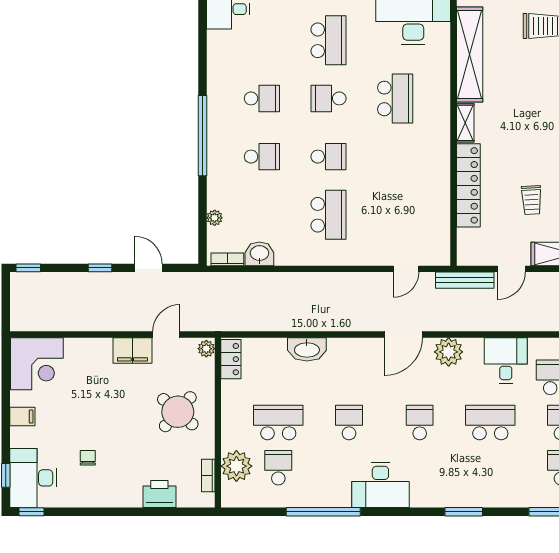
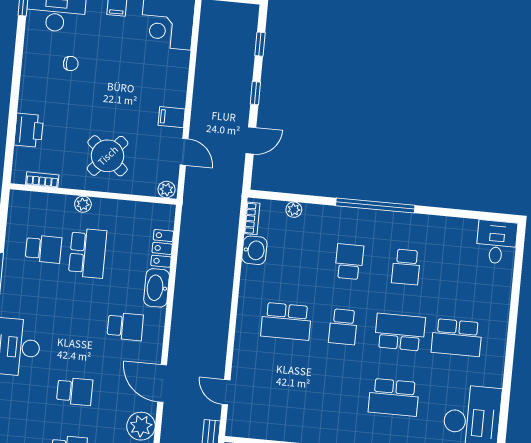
school desk: (328, 98) -> (400, 332), width x1.85
school desk: (262, 157) -> (349, 262), turned 180
window: (28, 268) -> (260, 44), moved
filing cabinet: (132, 350) -> (172, 117), width x0.50
locker: (231, 359) -> (162, 248), moved, turned 90
school desk: (349, 423) -> (125, 326), moved
plant: (236, 466) -> (83, 204), moved, width x0.53, depth x0.53

